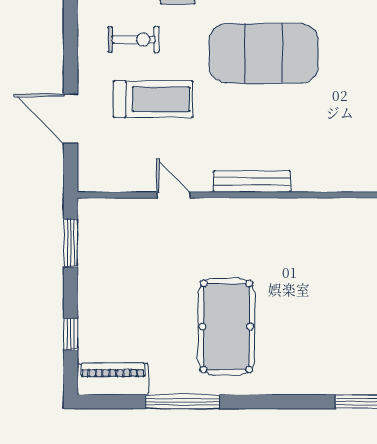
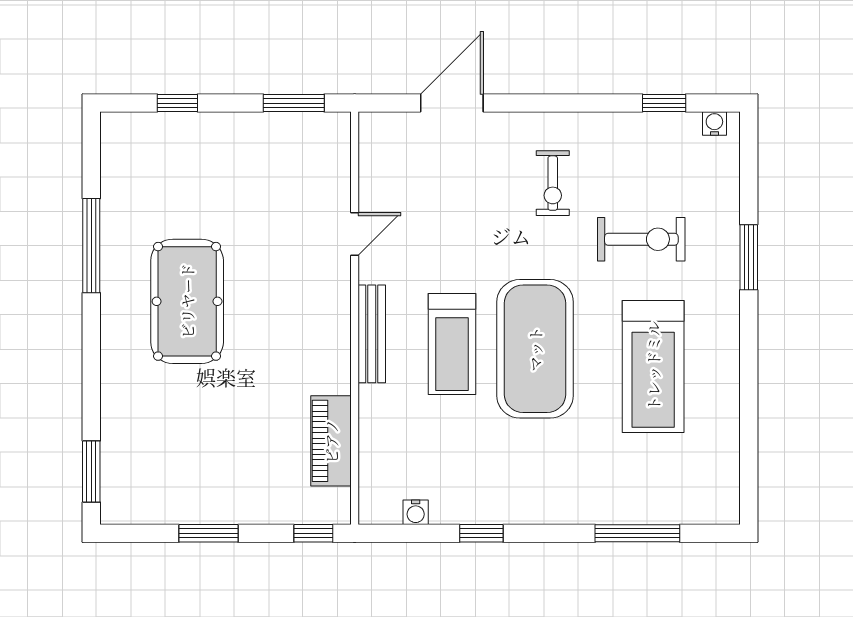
treadmill: (153, 99) -> (452, 344), moved
pool table: (226, 327) -> (187, 301), turned 90
piano: (113, 379) -> (331, 441), moved, turned 180

